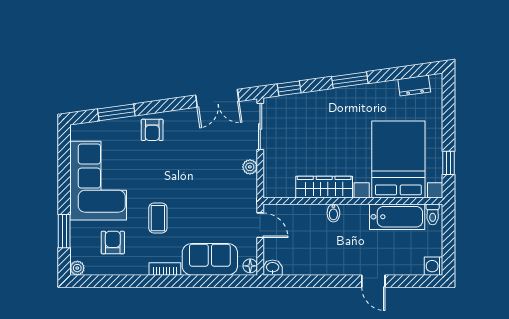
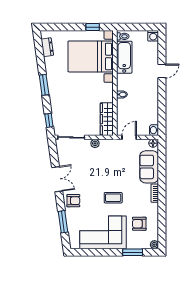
double door: (217, 98) -> (57, 179), moved
wardrobe: (324, 187) -> (107, 119), moved
coffee table: (158, 218) -> (113, 198), moved

